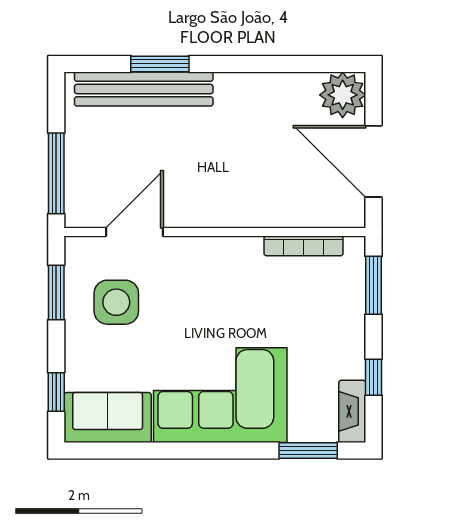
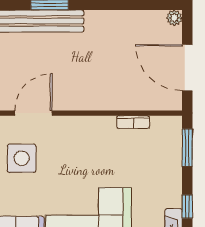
plant: (343, 95) -> (174, 18), width x0.53, depth x0.53
bookcase: (304, 246) -> (133, 122), width x0.64

